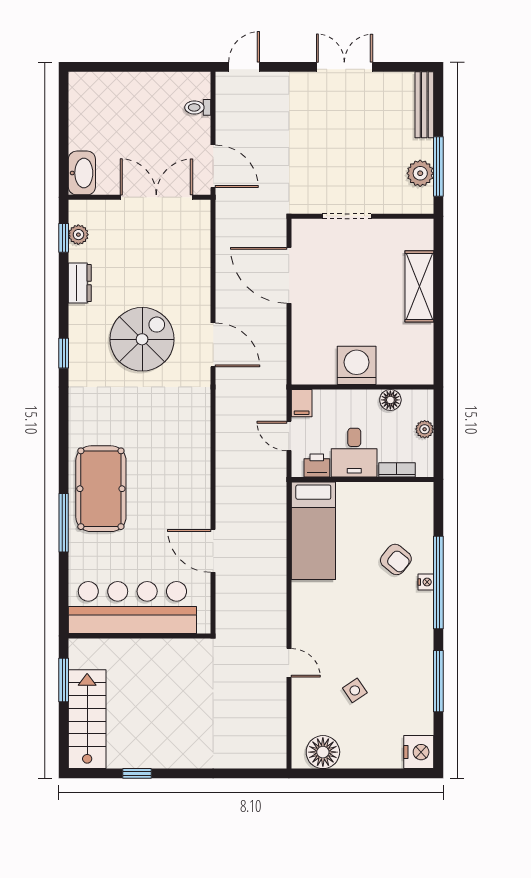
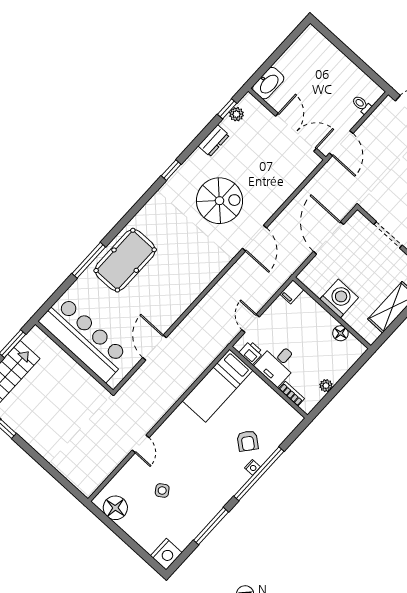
washing machine: (357, 365) -> (339, 298), moved
wall: (362, 387) -> (332, 313), moved
floor lamp: (390, 400) -> (340, 333), moved
filing cabinet: (302, 403) -> (292, 292), moved

